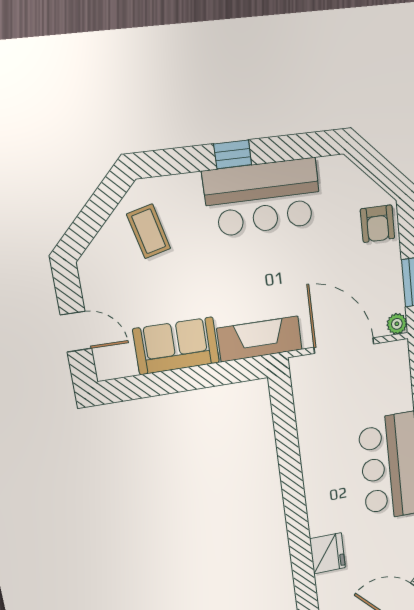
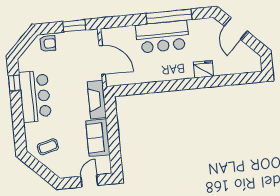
window: (233, 154) -> (14, 83), moved
plant: (397, 324) -> (93, 34), removed
door: (344, 346) -> (102, 60), swing flipped

